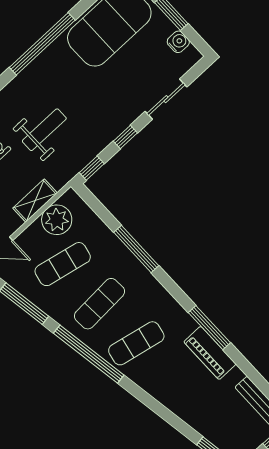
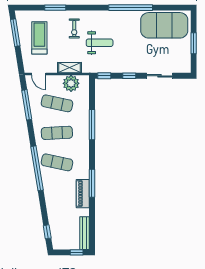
water cooler: (178, 42) -> (186, 57), removed
window: (89, 354) -> (37, 168), moved

